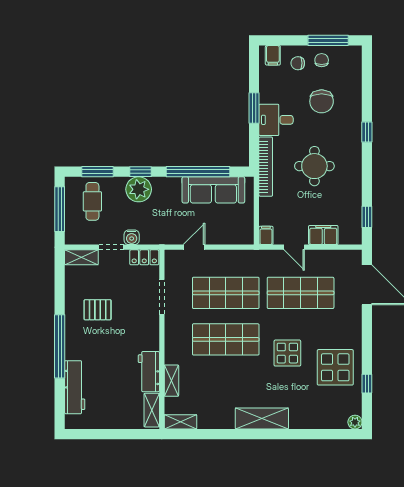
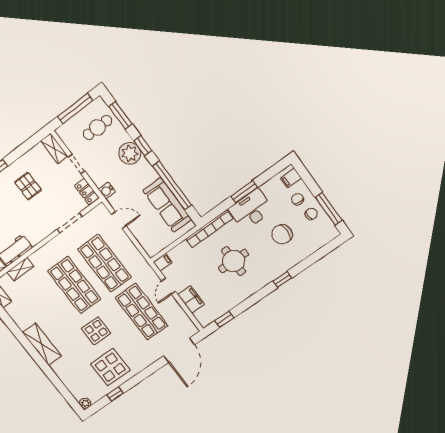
desk: (276, 120) -> (251, 210), width x1.37
water cooler: (132, 237) -> (107, 191), moved

